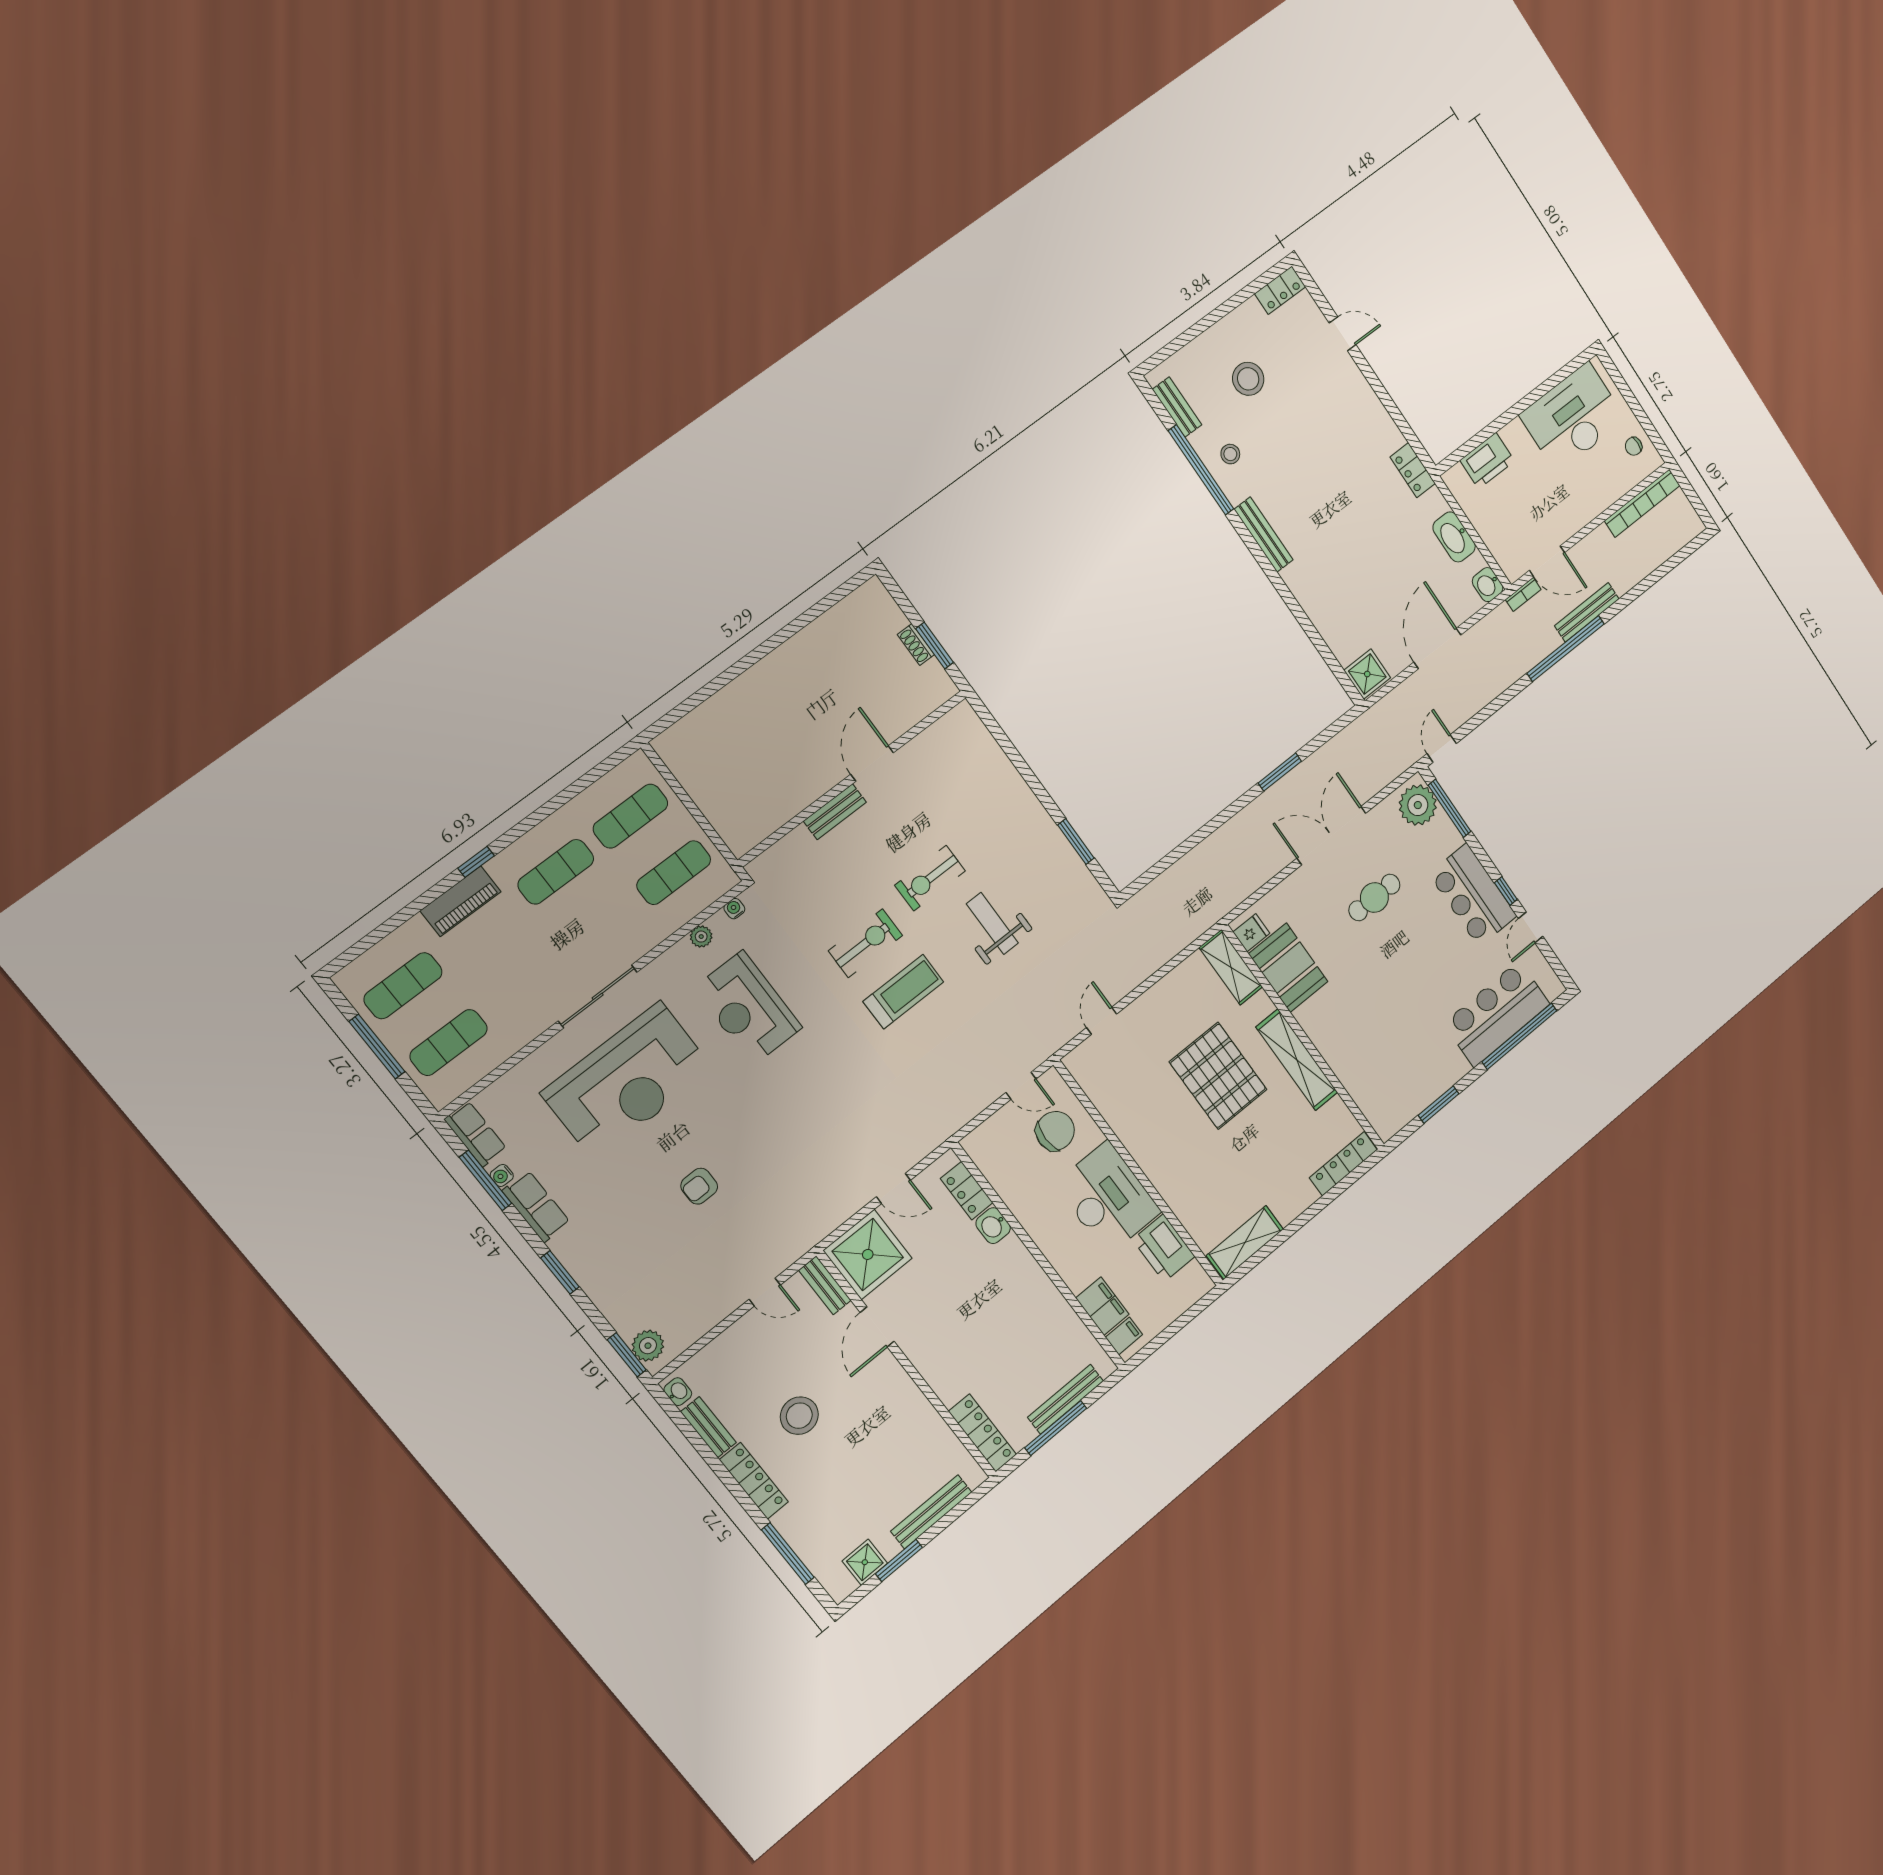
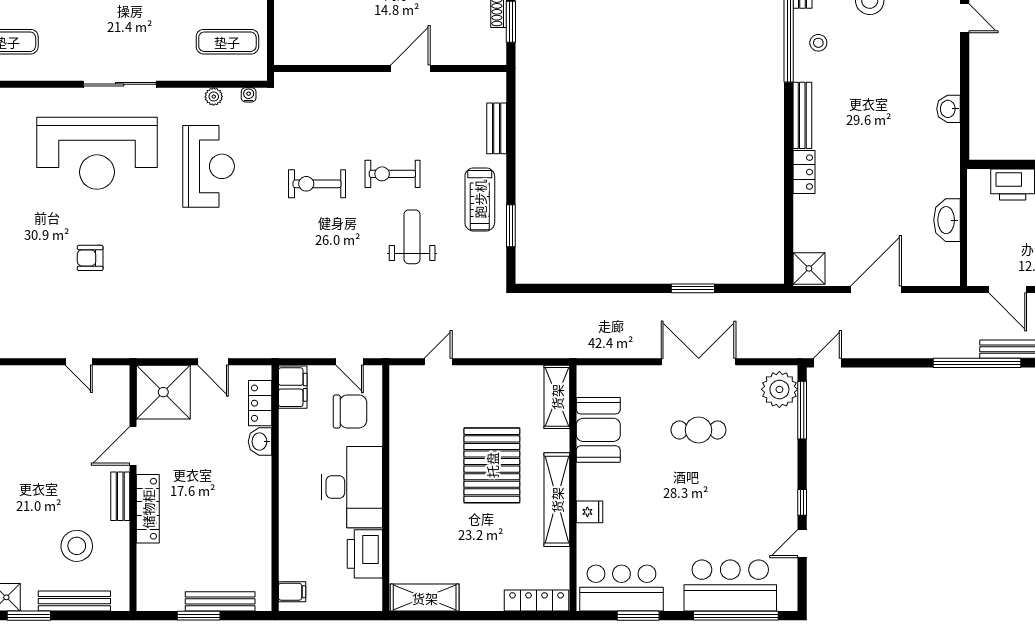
locker: (1413, 470) -> (804, 172), moved, turned 180
washbasin: (1488, 585) -> (948, 109), moved
bookcase: (1523, 594) -> (972, 300), removed
bench: (835, 812) -> (497, 128), moved, turned 90
bar counter: (1473, 895) -> (621, 588), moved, turned 90
fridge: (1251, 933) -> (590, 512), moved
exercise bike: (866, 943) -> (317, 184), turned 180
treadmill: (903, 992) -> (480, 199), moved, turned 90
reception desk: (748, 1008) -> (209, 166), turned 180
bench: (825, 1285) -> (120, 496), moved
filing cabinet: (1102, 1306) -> (293, 387), moved
stool: (799, 1416) -> (77, 546), moved
window: (1056, 1428) -> (199, 616), width x0.69
locker: (983, 1433) -> (148, 509), moved

